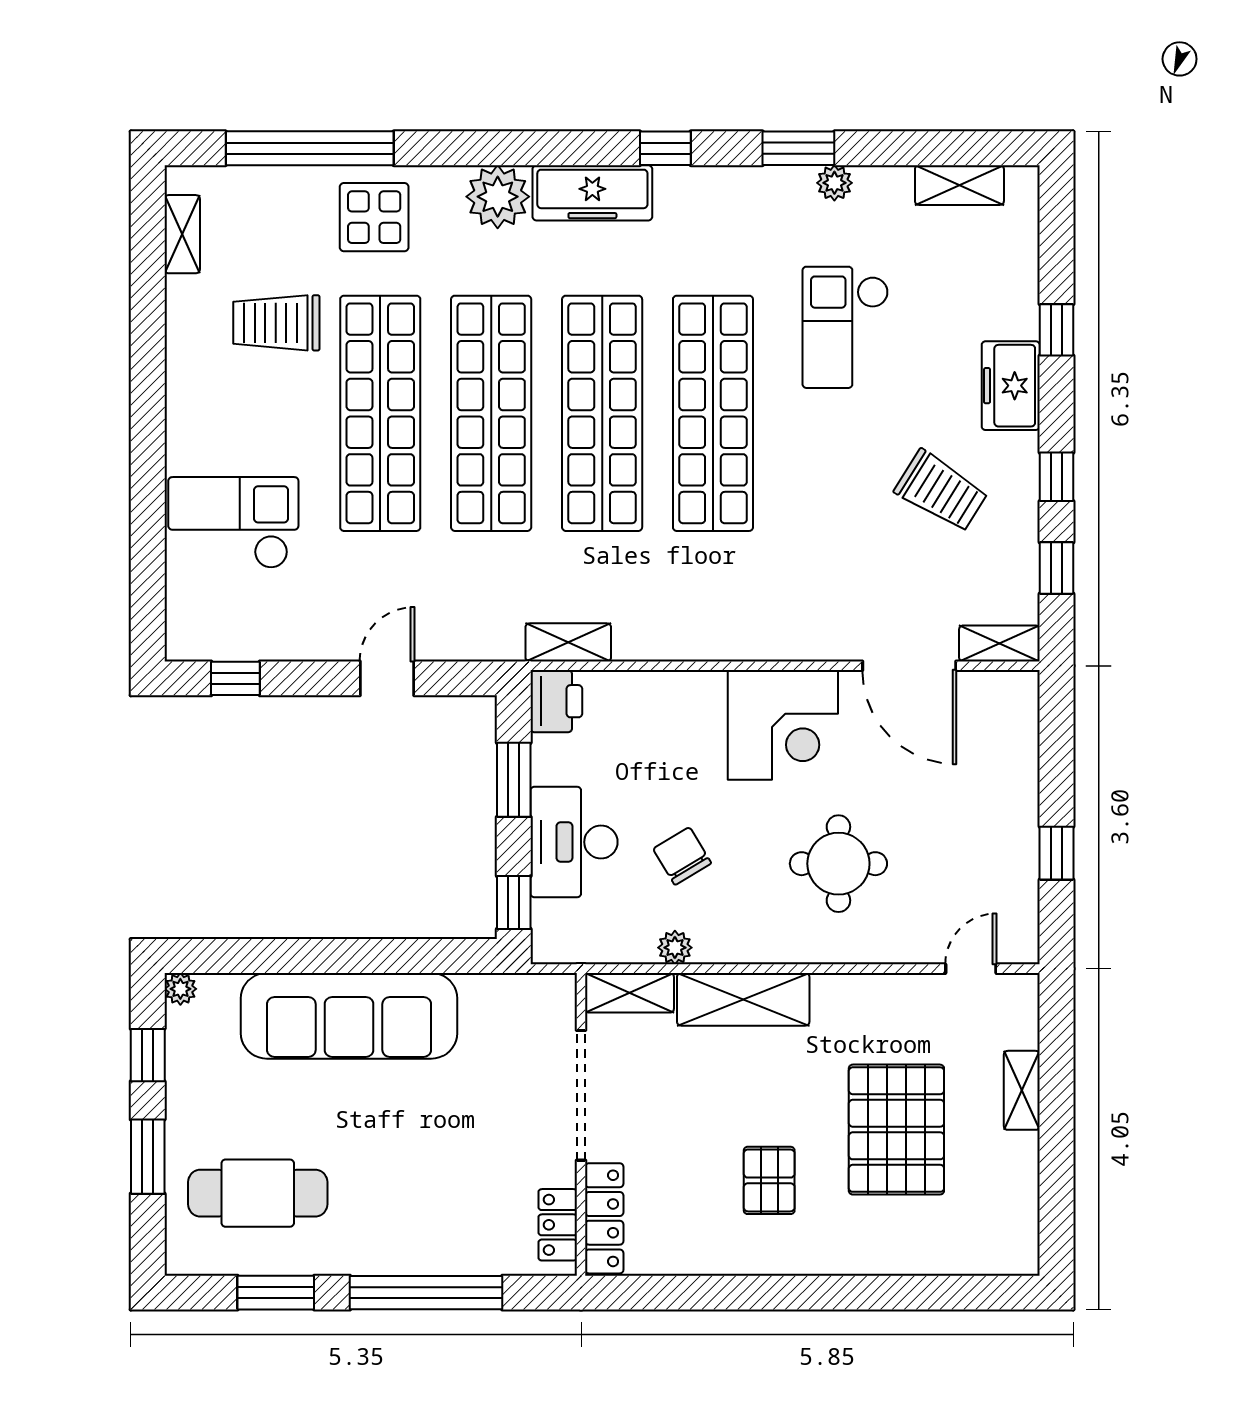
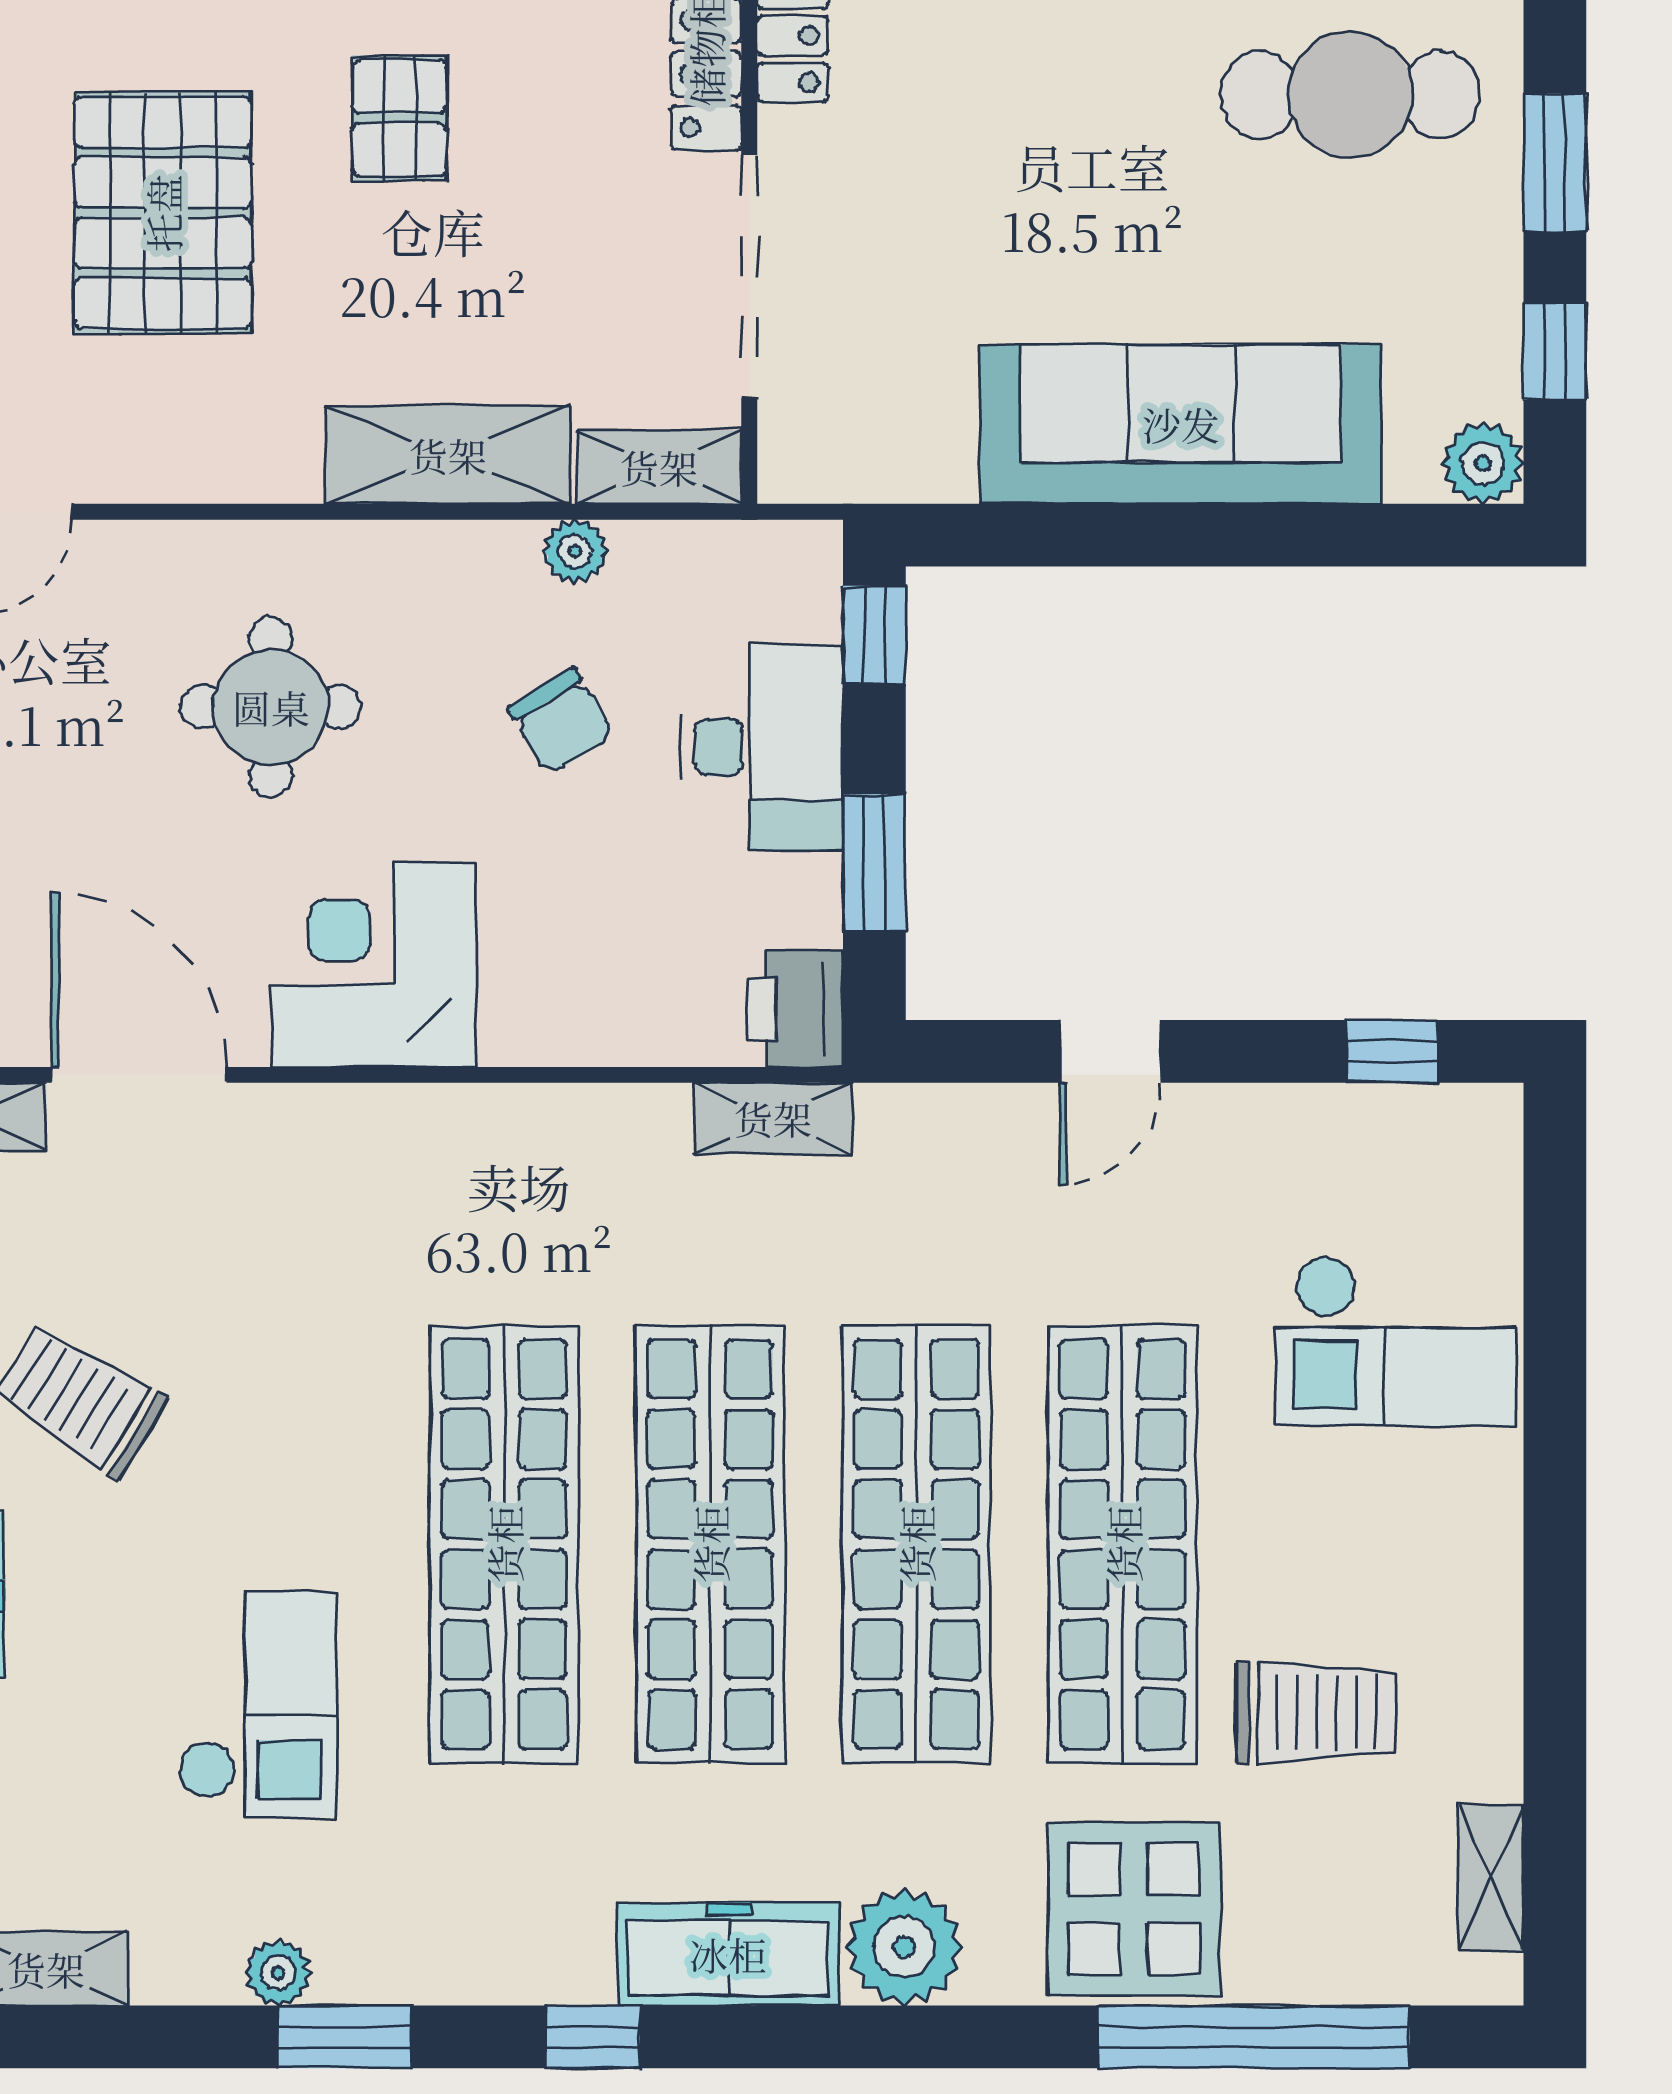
display table: (374, 217) -> (1134, 1909), width x1.36, depth x1.36
plant: (180, 989) -> (1483, 463), width x1.38, depth x1.38

